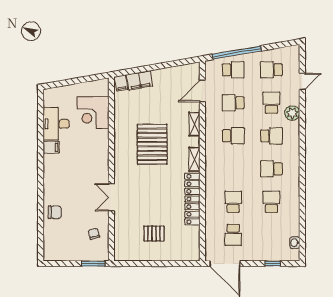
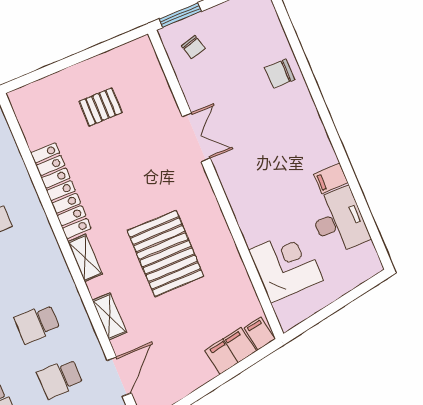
school desk: (233, 103) -> (60, 378), turned 180
chair: (94, 234) -> (193, 47), moved

